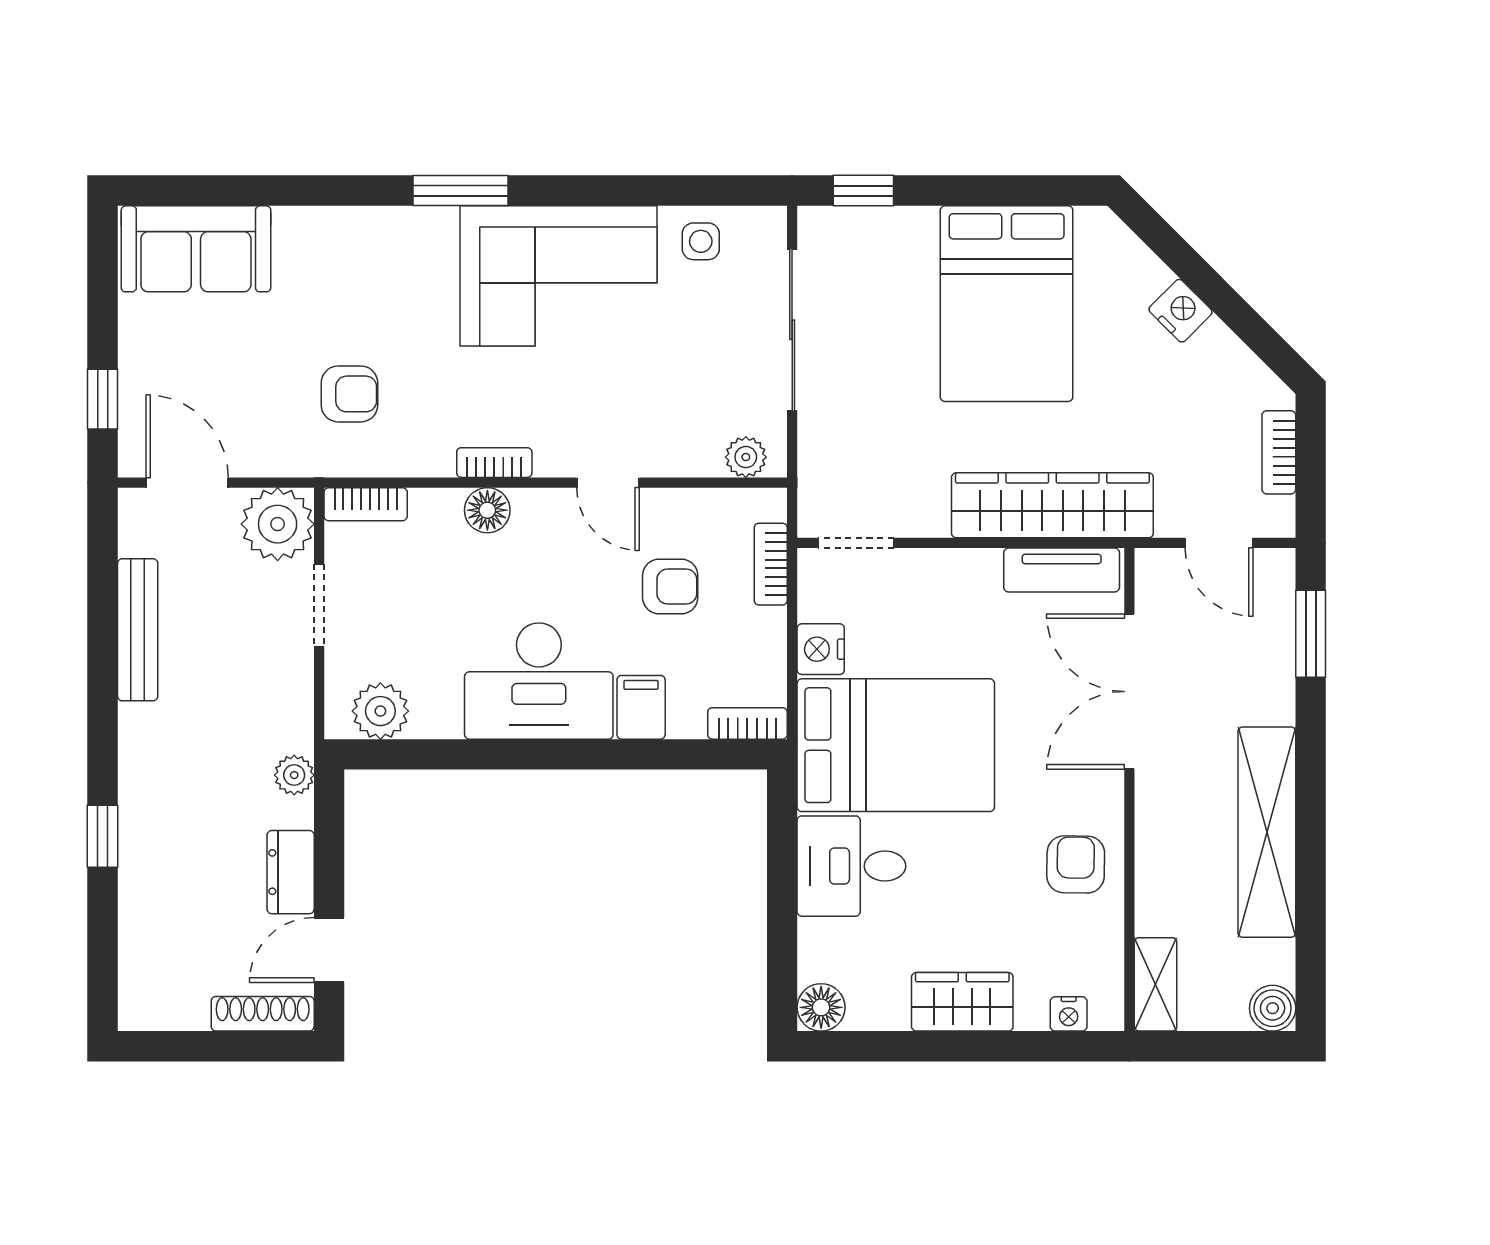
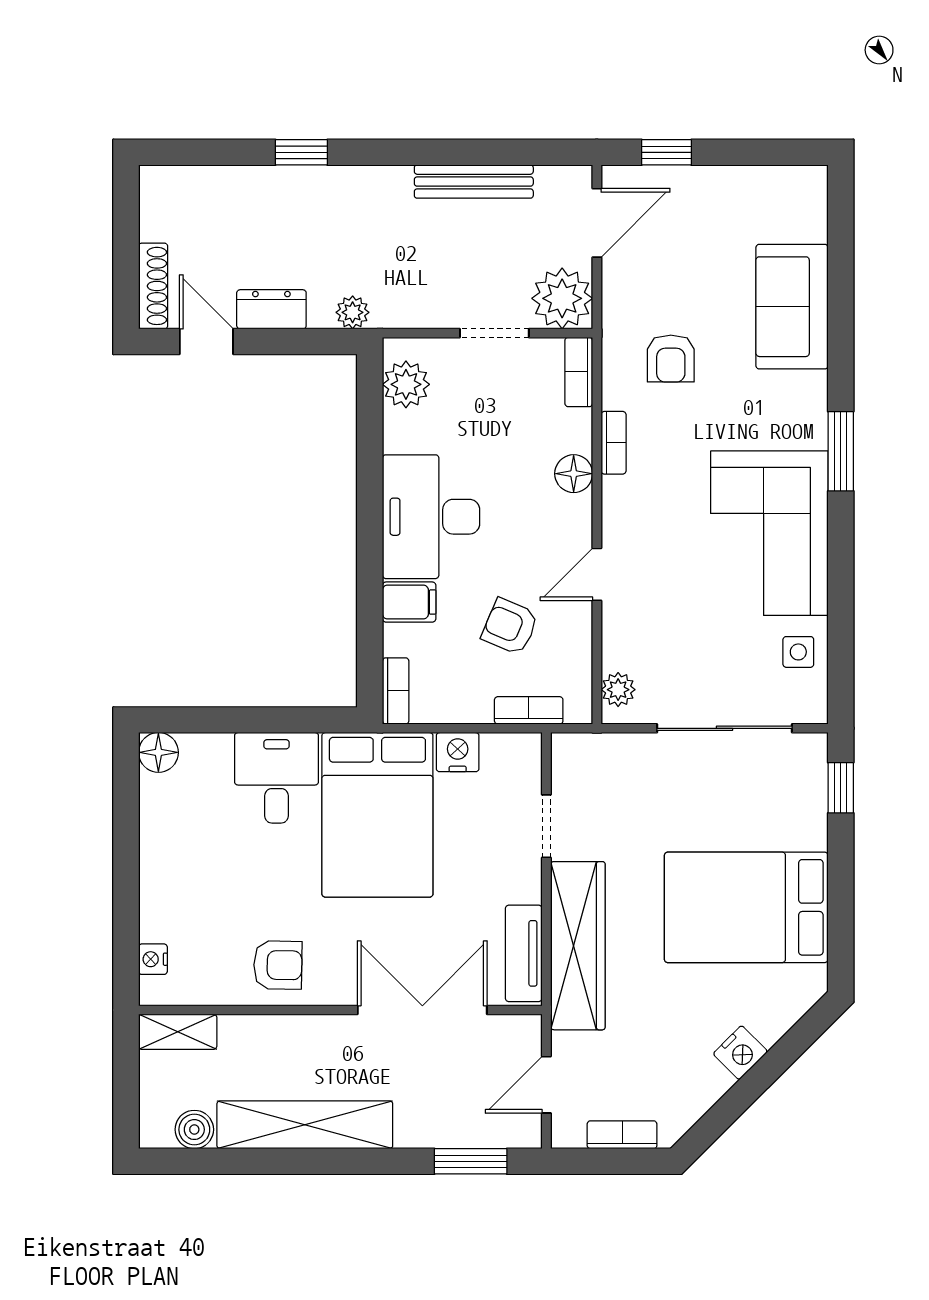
sofa: (196, 249) -> (792, 307), moved
bookcase: (494, 463) -> (614, 443), moved
doorway: (856, 543) -> (546, 826), moved
armchair: (670, 587) -> (510, 626), turned 113
wardrobe: (962, 1002) -> (163, 870), removed
boiler: (1273, 1008) -> (194, 1130), moved

